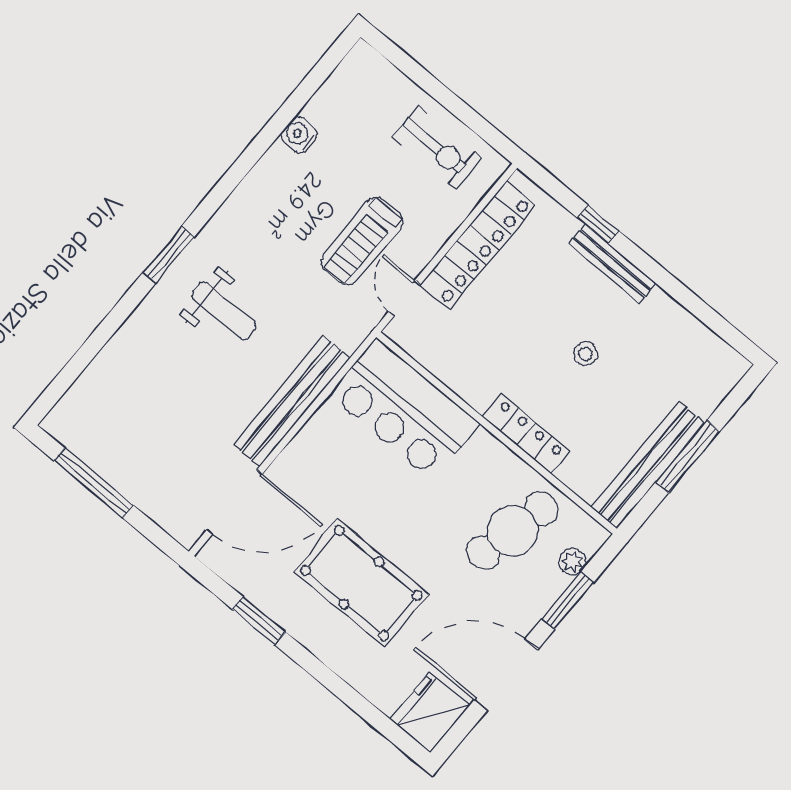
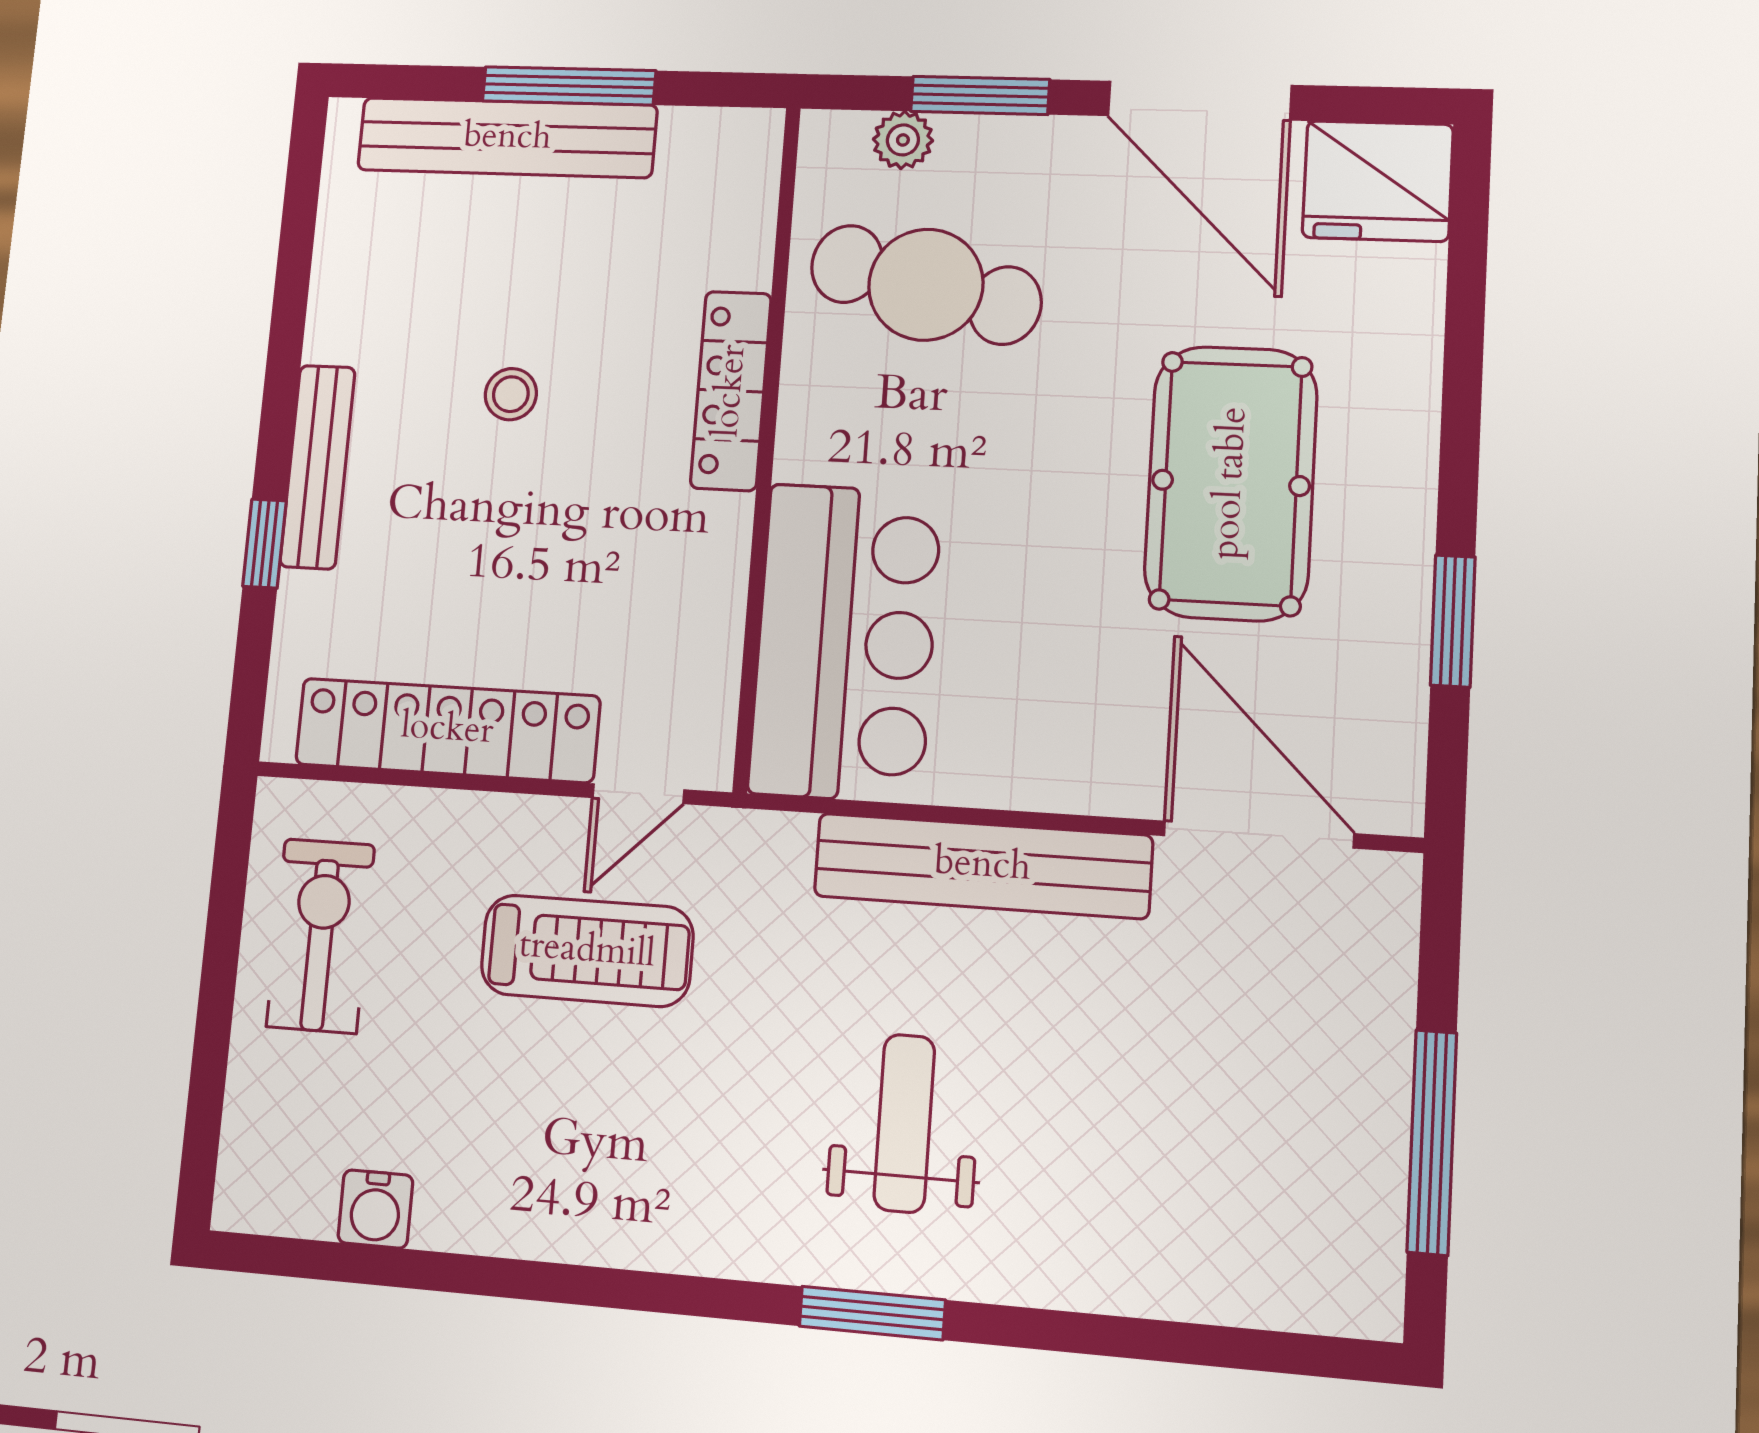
water cooler: (299, 135) -> (375, 1209), moved
bench: (648, 465) -> (507, 138), moved

